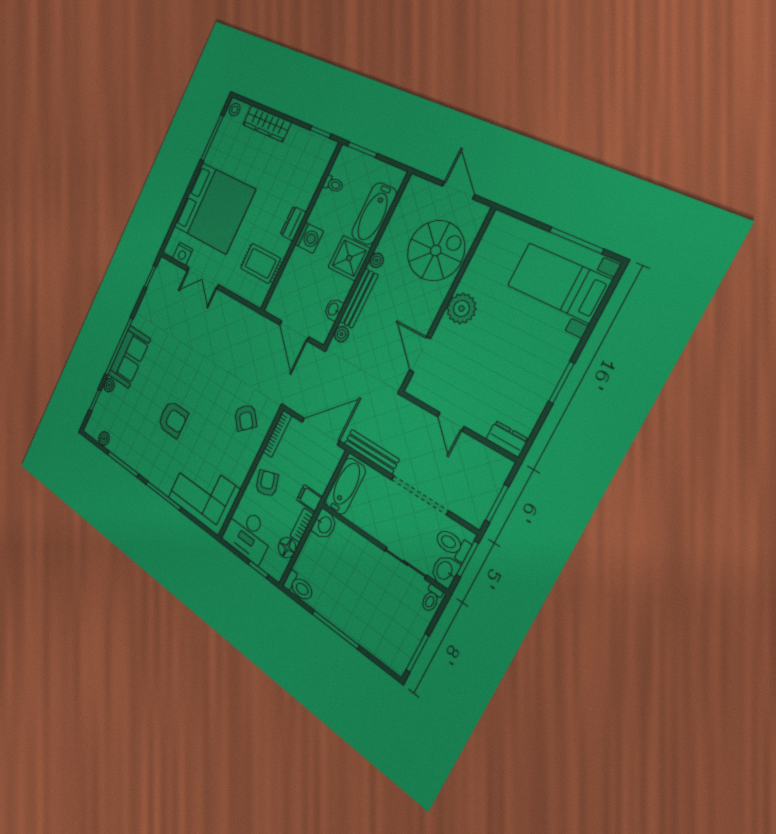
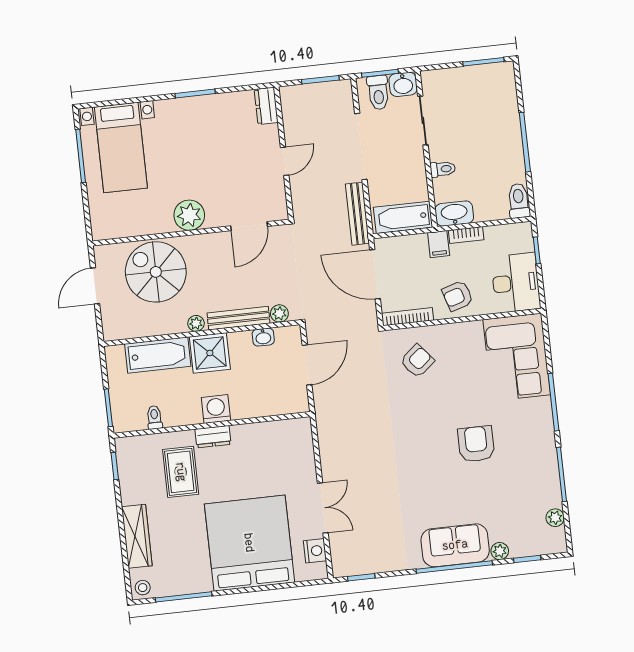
rug: (260, 263) -> (181, 472), moved
washbasin: (324, 525) -> (454, 214), width x1.38
floor lamp: (287, 548) -> (496, 236), removed
toilet: (431, 599) -> (443, 169), moved

